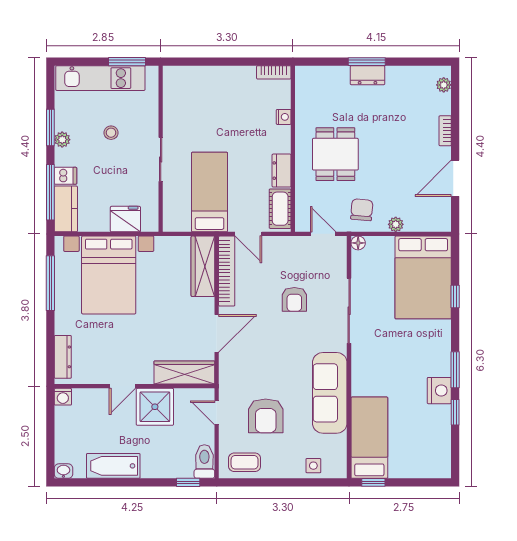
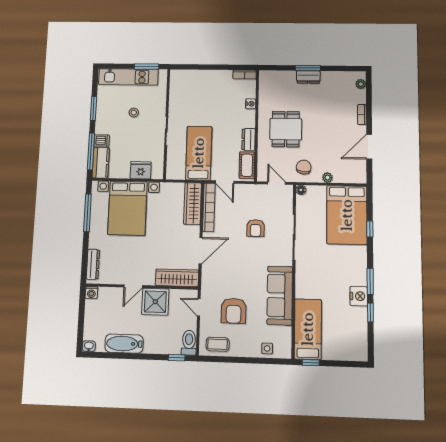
plant: (62, 140) -> (101, 117), removed

